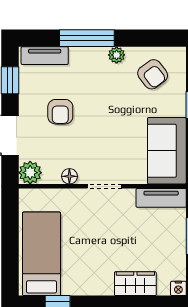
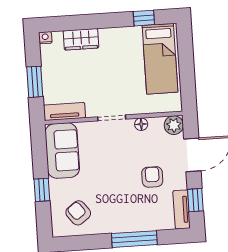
plant: (117, 55) -> (109, 227), removed
tv unit: (45, 56) -> (182, 209), moved, turned -90

